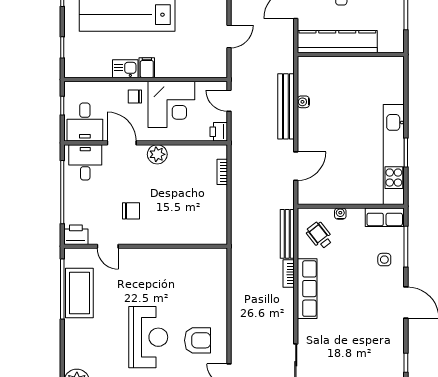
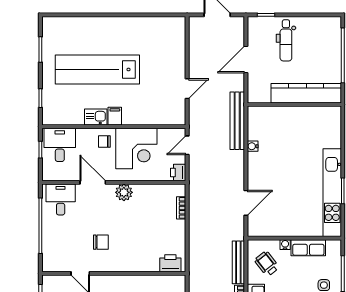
kitchen counter: (337, 42) -> (306, 93), moved
door: (229, 101) -> (187, 145), hinge flipped
bench: (286, 106) -> (237, 121), moved
desk: (85, 122) -> (60, 145), moved, turned 180
row of seats: (385, 217) -> (308, 248), moved
printer: (76, 235) -> (170, 263), moved

